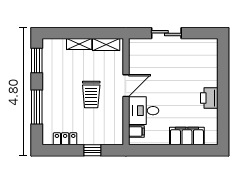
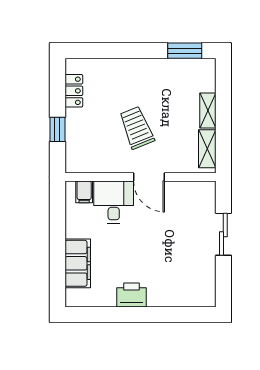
trolley: (91, 94) -> (137, 128), turned 68
window: (37, 107) -> (119, 51), removed

